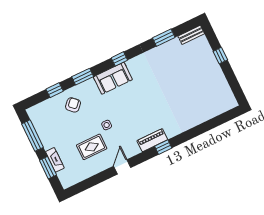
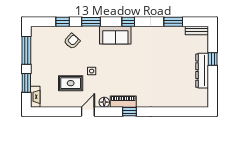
dresser: (215, 72) -> (202, 71), added
floor lamp: (134, 150) -> (104, 102), added
fireplace: (55, 160) -> (35, 97), moved

